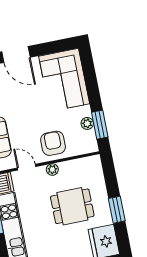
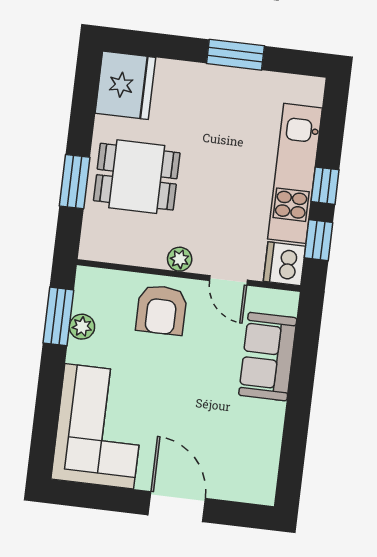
dining table: (72, 206) -> (137, 177), moved
window: (117, 210) -> (75, 182), moved

